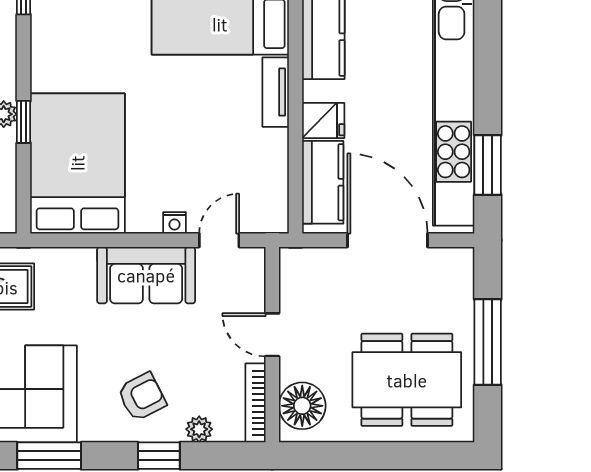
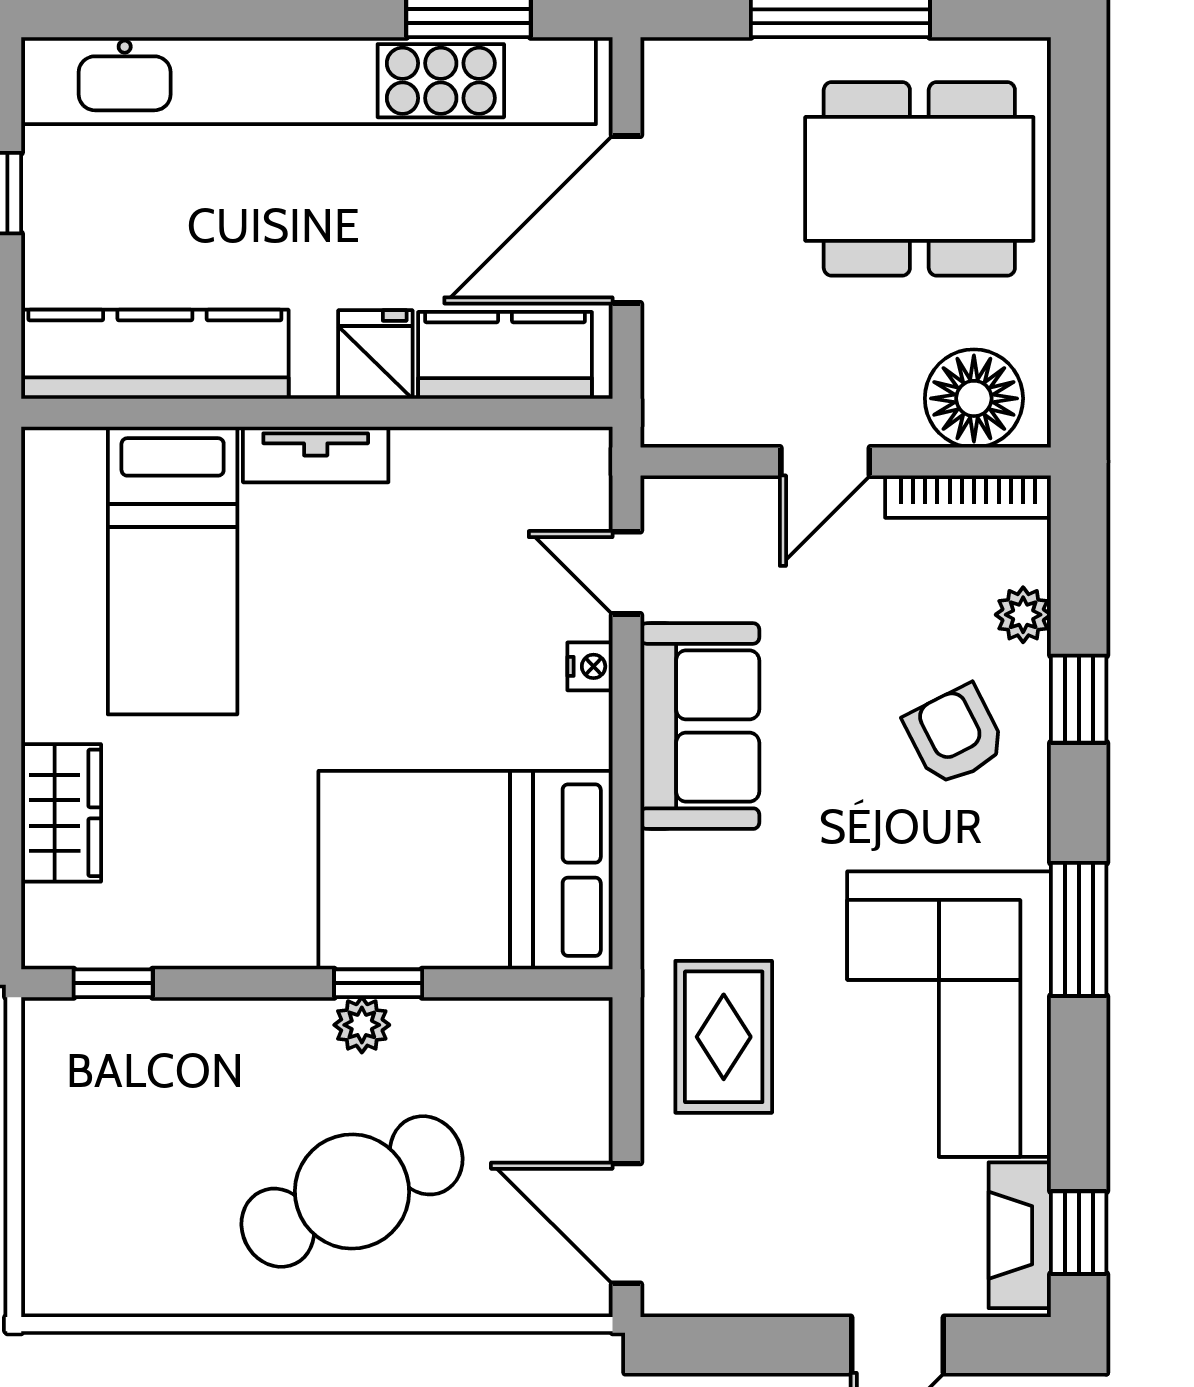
dining table: (407, 380) -> (919, 179), turned 90

